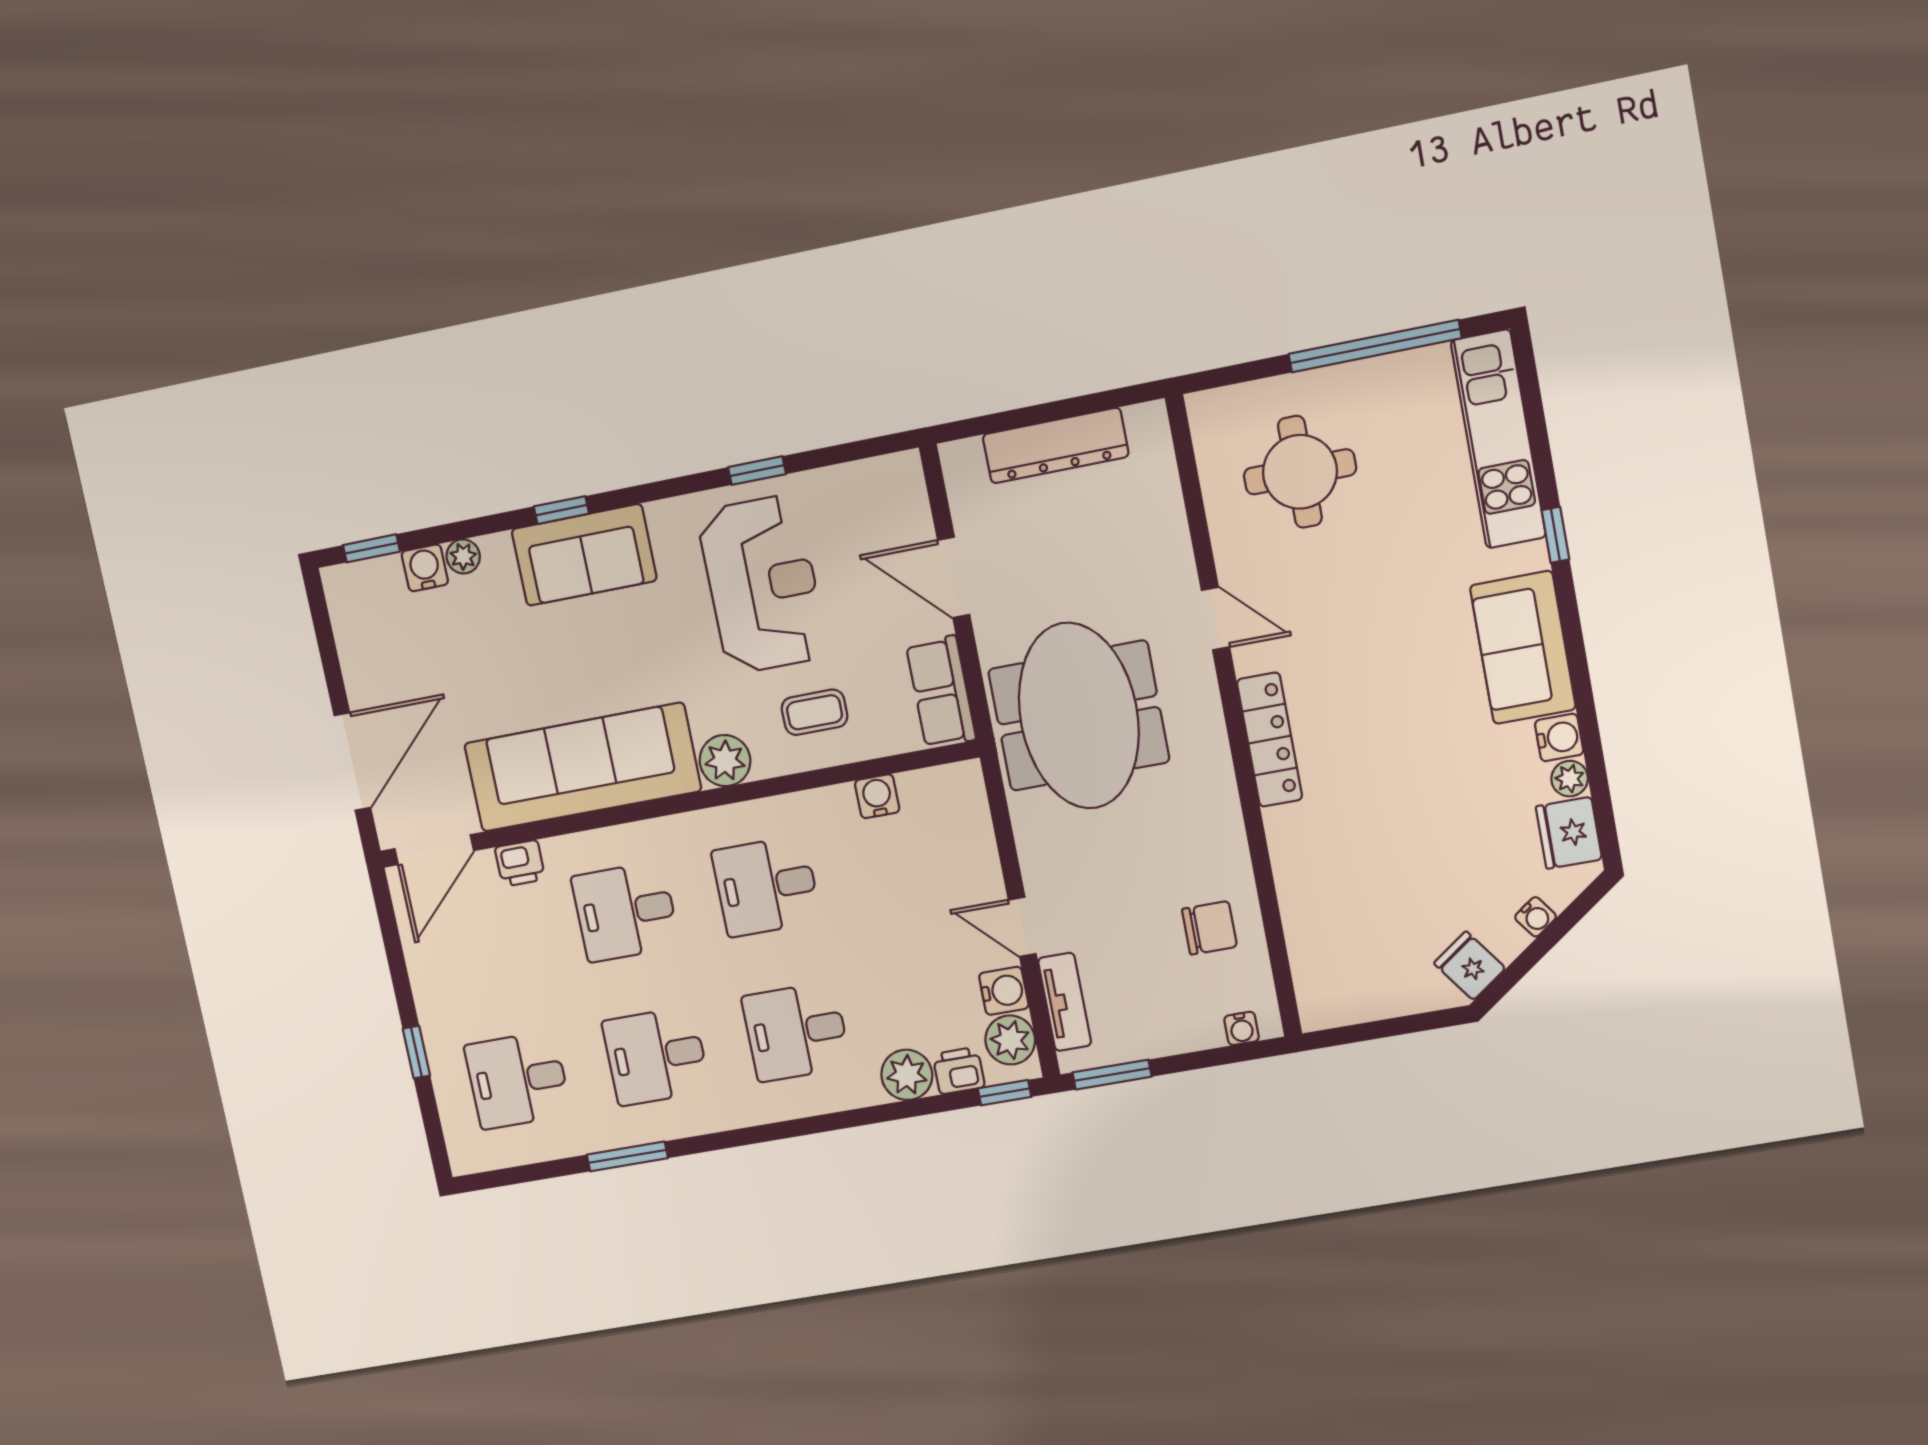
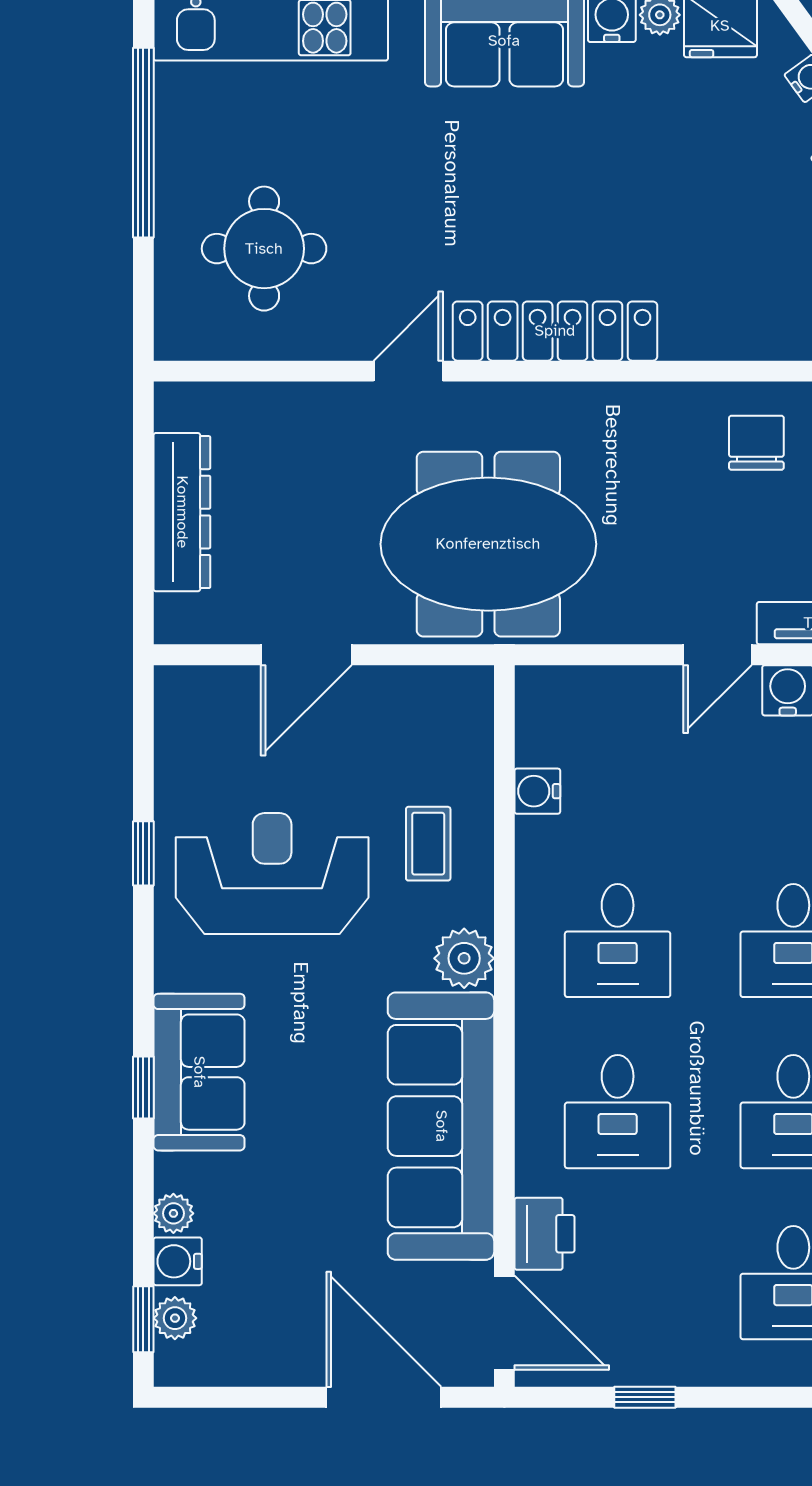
plant: (378, 575) -> (175, 1318), added
row of seats: (941, 692) -> (432, 695), removed
locker: (1270, 740) -> (555, 331), width x1.41, depth x1.21
printer: (520, 863) -> (545, 1234), width x1.36, depth x1.24
window: (416, 1052) -> (645, 1397), moved

